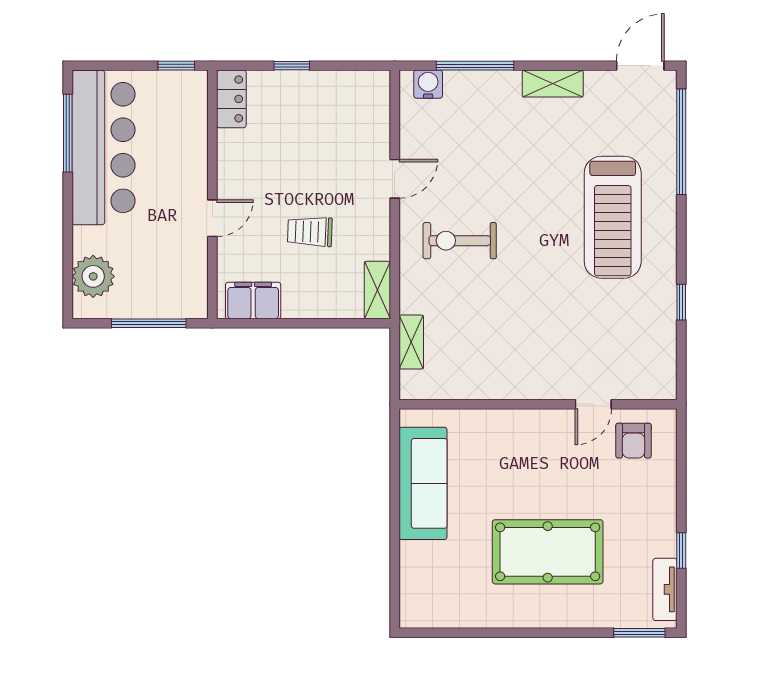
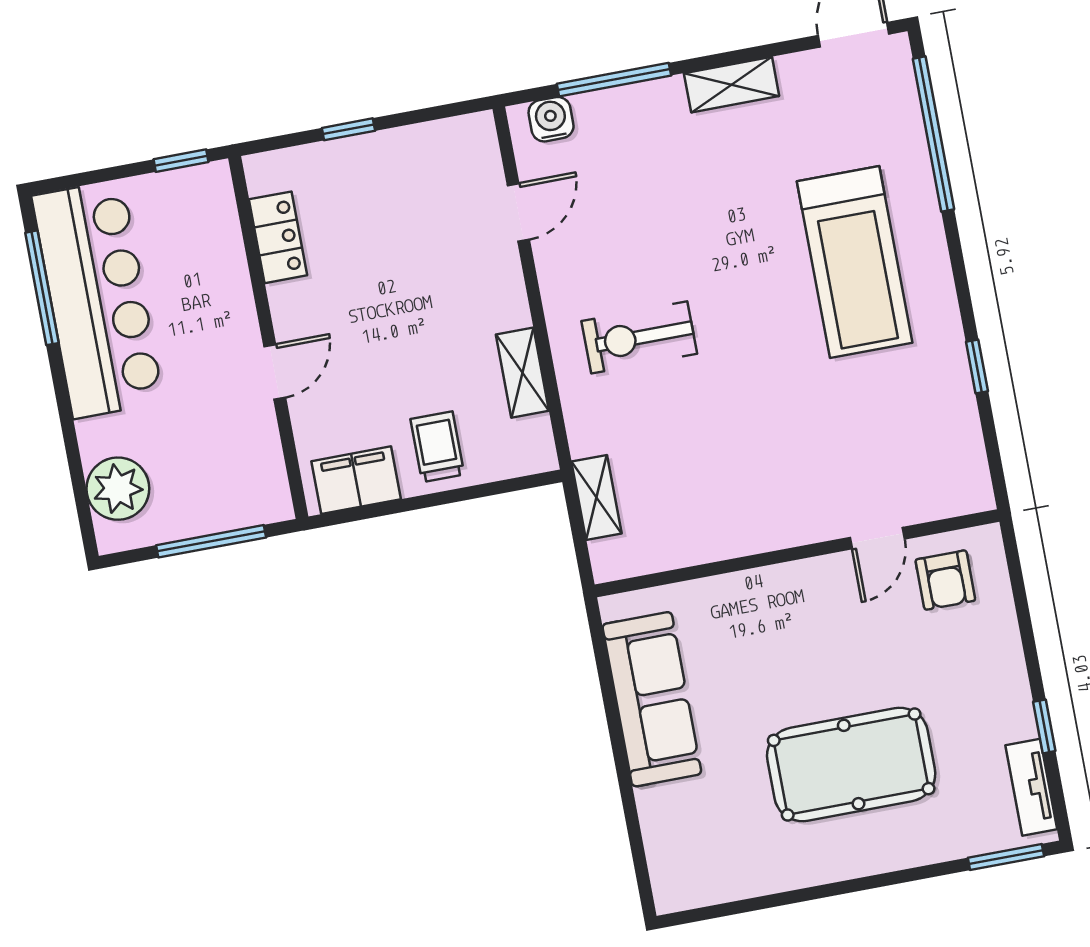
locker: (231, 99) -> (278, 237), moved
door: (395, 179) -> (518, 212), moved
trolley: (310, 232) -> (437, 447), moved, turned 88
shelving: (377, 290) -> (522, 373), moved

